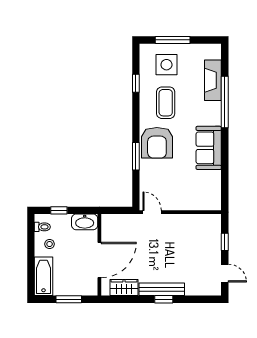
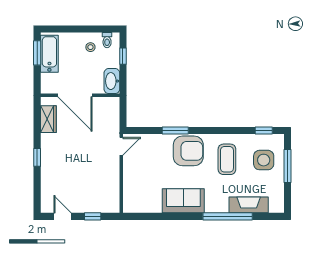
window: (136, 83) -> (264, 131), moved
coffee table: (166, 103) -> (227, 159), turned 90
armchair: (157, 143) -> (188, 151), turned 180
door: (225, 273) -> (62, 216), swing flipped
bathtub: (44, 276) -> (49, 54), moved, turned -90
bench: (162, 289) -> (47, 156), removed
window: (69, 299) -> (37, 53), moved

